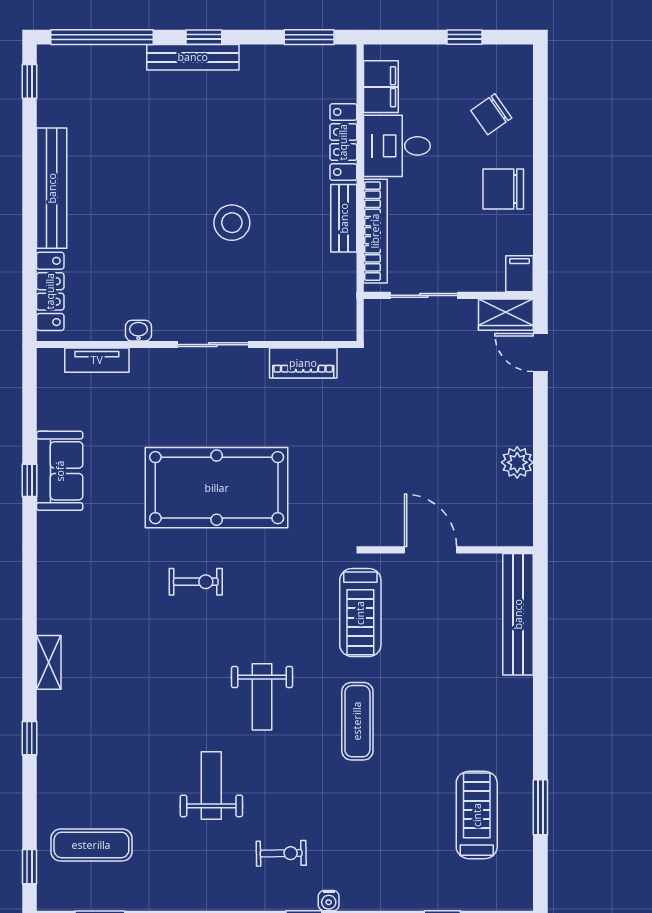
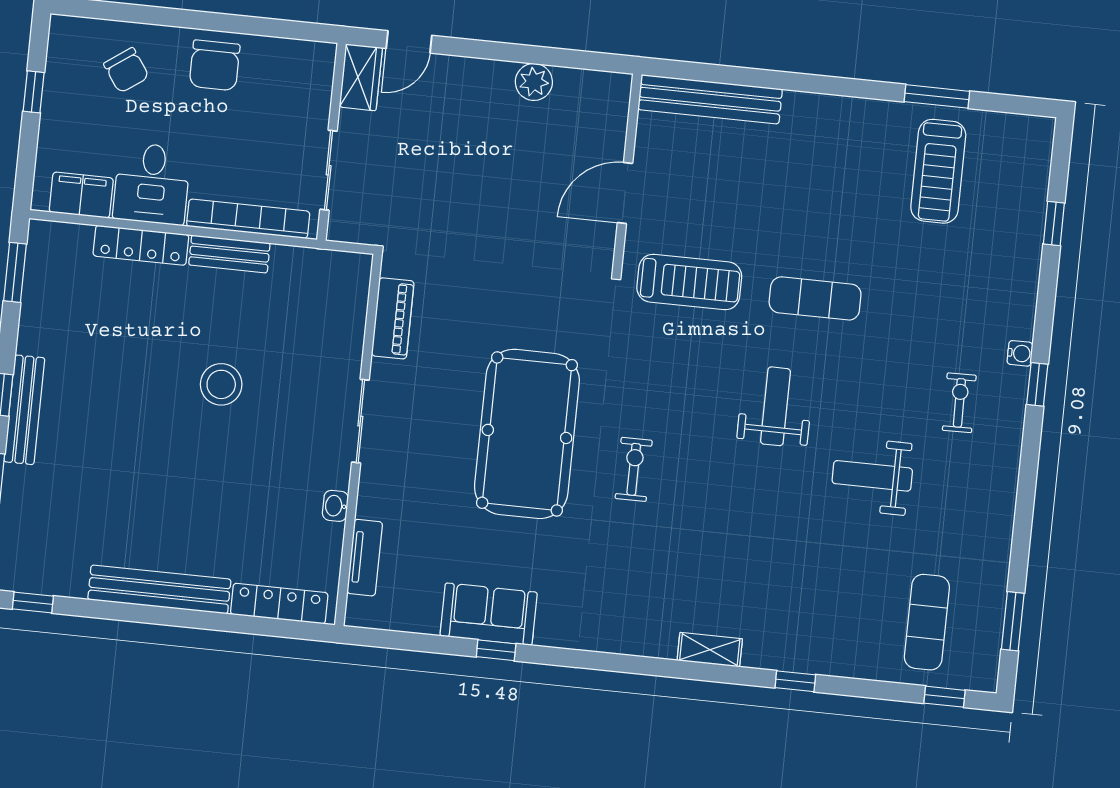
filing cabinet: (519, 274) -> (315, 57), removed
weight bench: (262, 697) -> (775, 406), turned -90
treadmill: (477, 815) -> (938, 171), turned -90

